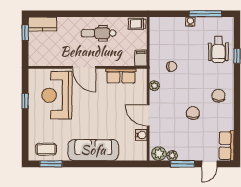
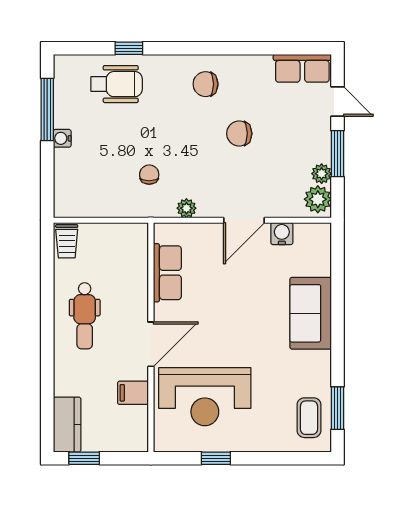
filing cabinet: (141, 58) -> (133, 393), moved
sofa: (93, 150) -> (311, 313), width x0.73

